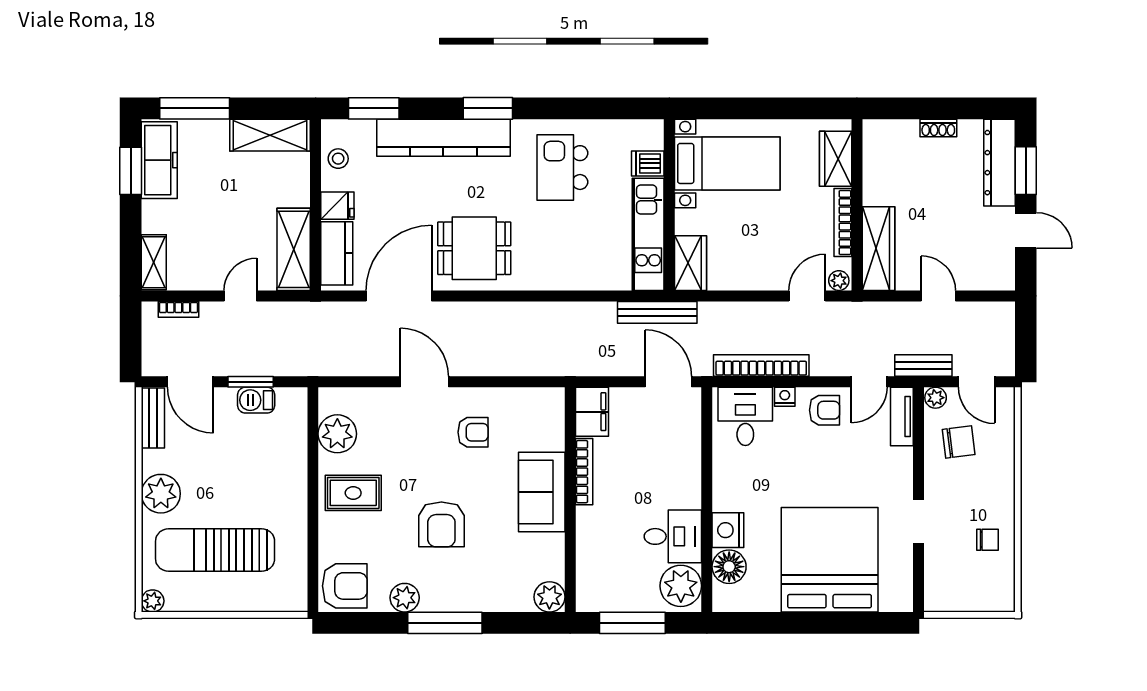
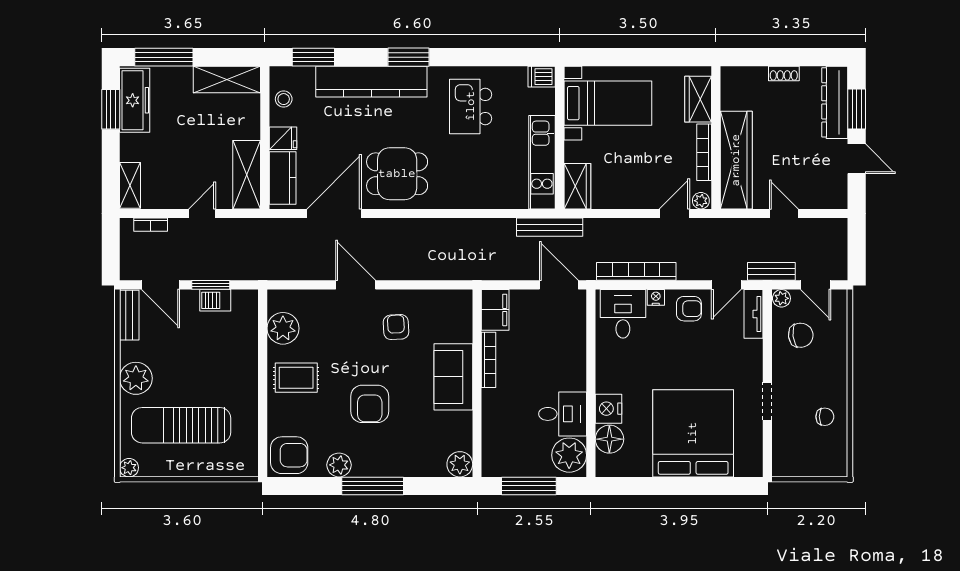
dishwasher: (648, 163) -> (542, 77), moved
wardrobe: (878, 249) -> (736, 160), width x1.40, depth x1.17
armchair: (473, 432) -> (396, 327), turned -93

